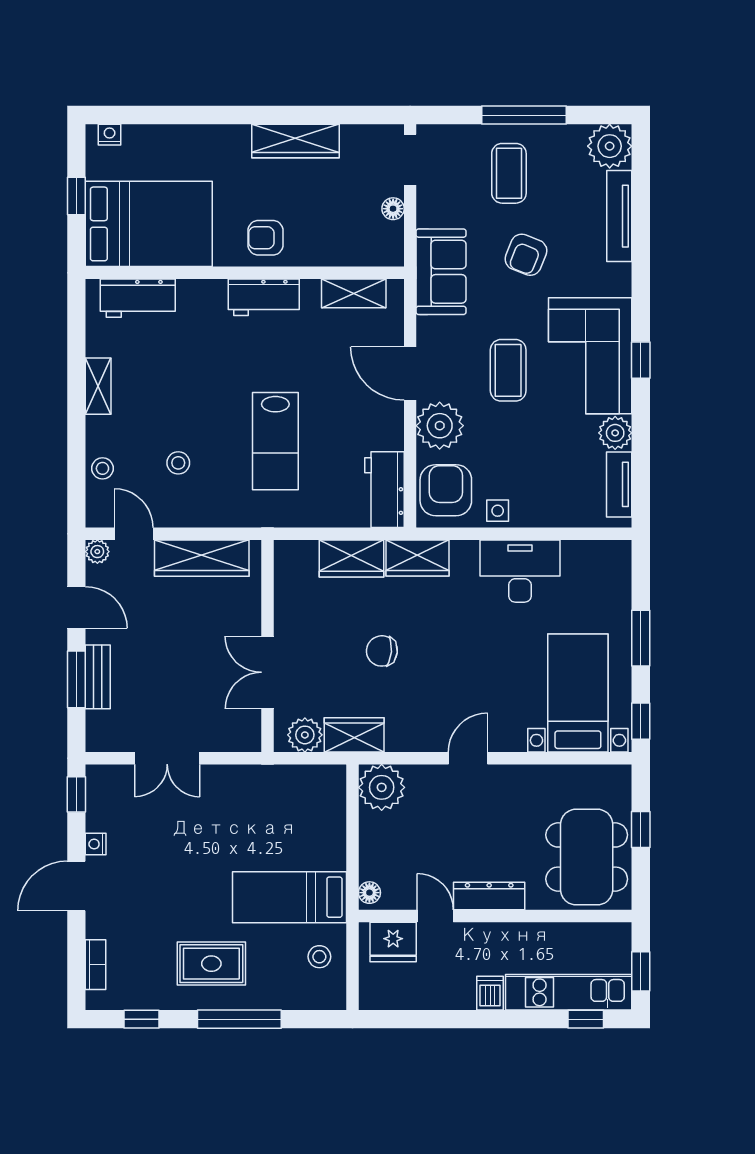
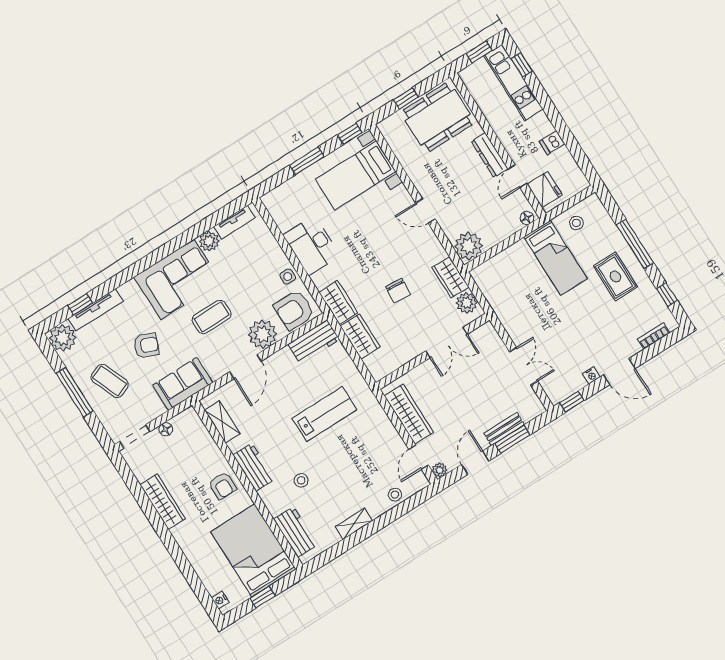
coffee table: (509, 173) -> (110, 381), turned 68
window: (641, 360) -> (80, 304), moved
stool: (178, 463) -> (301, 480), moved
dishwasher: (490, 993) -> (552, 143), moved

